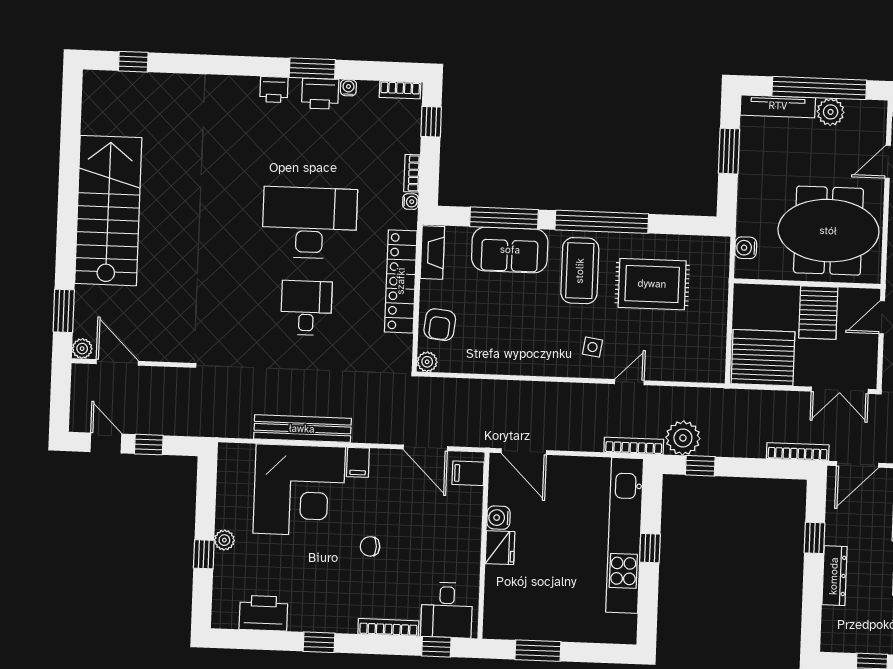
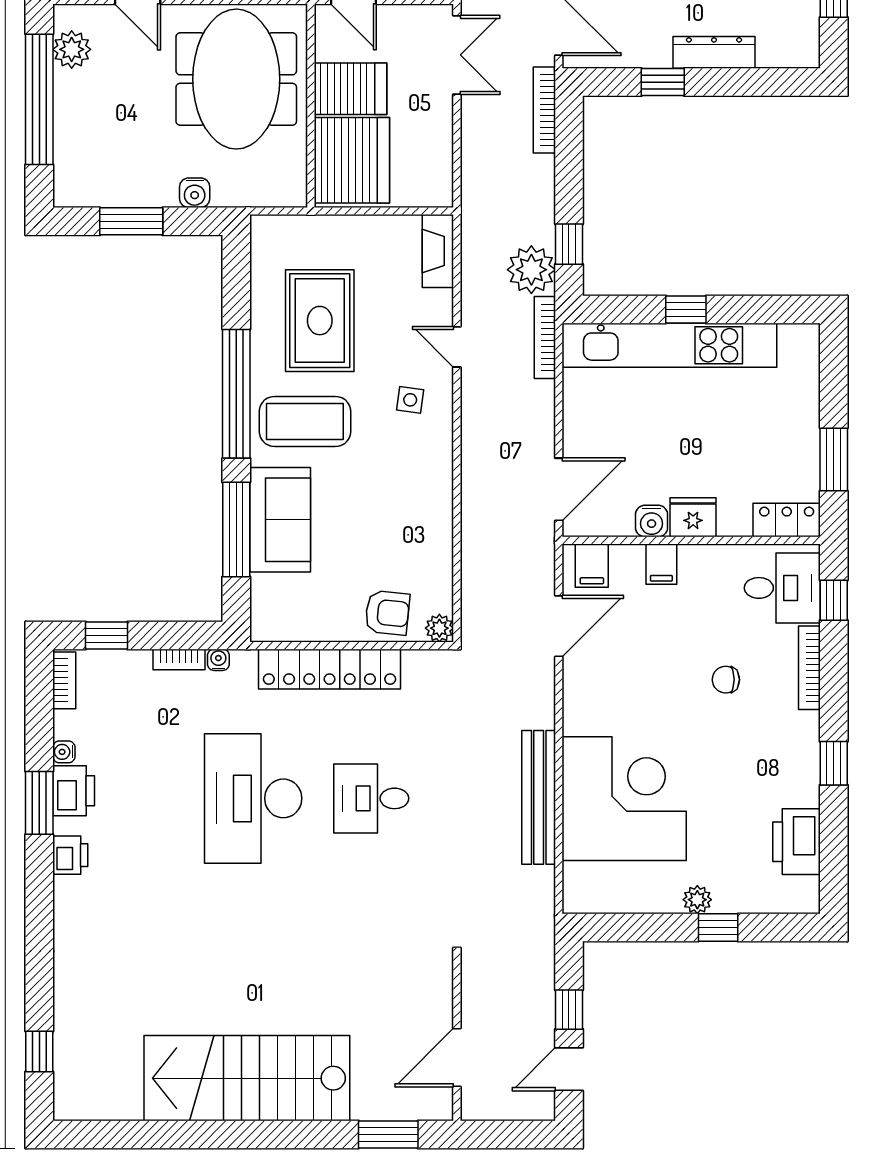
tv unit: (778, 106) -> (67, 156), removed
plant: (831, 112) -> (72, 49), moved
water cooler: (746, 248) -> (195, 193), moved
fireplace: (432, 253) -> (438, 251), moved, turned -90
plant: (82, 349) -> (439, 1107), removed
server rack: (763, 358) -> (352, 160), moved, turned 180
filing cabinet: (358, 462) -> (661, 564), moved, turned 90
chair: (370, 546) -> (726, 680), moved, turned 90
locker: (495, 615) -> (787, 520), added

